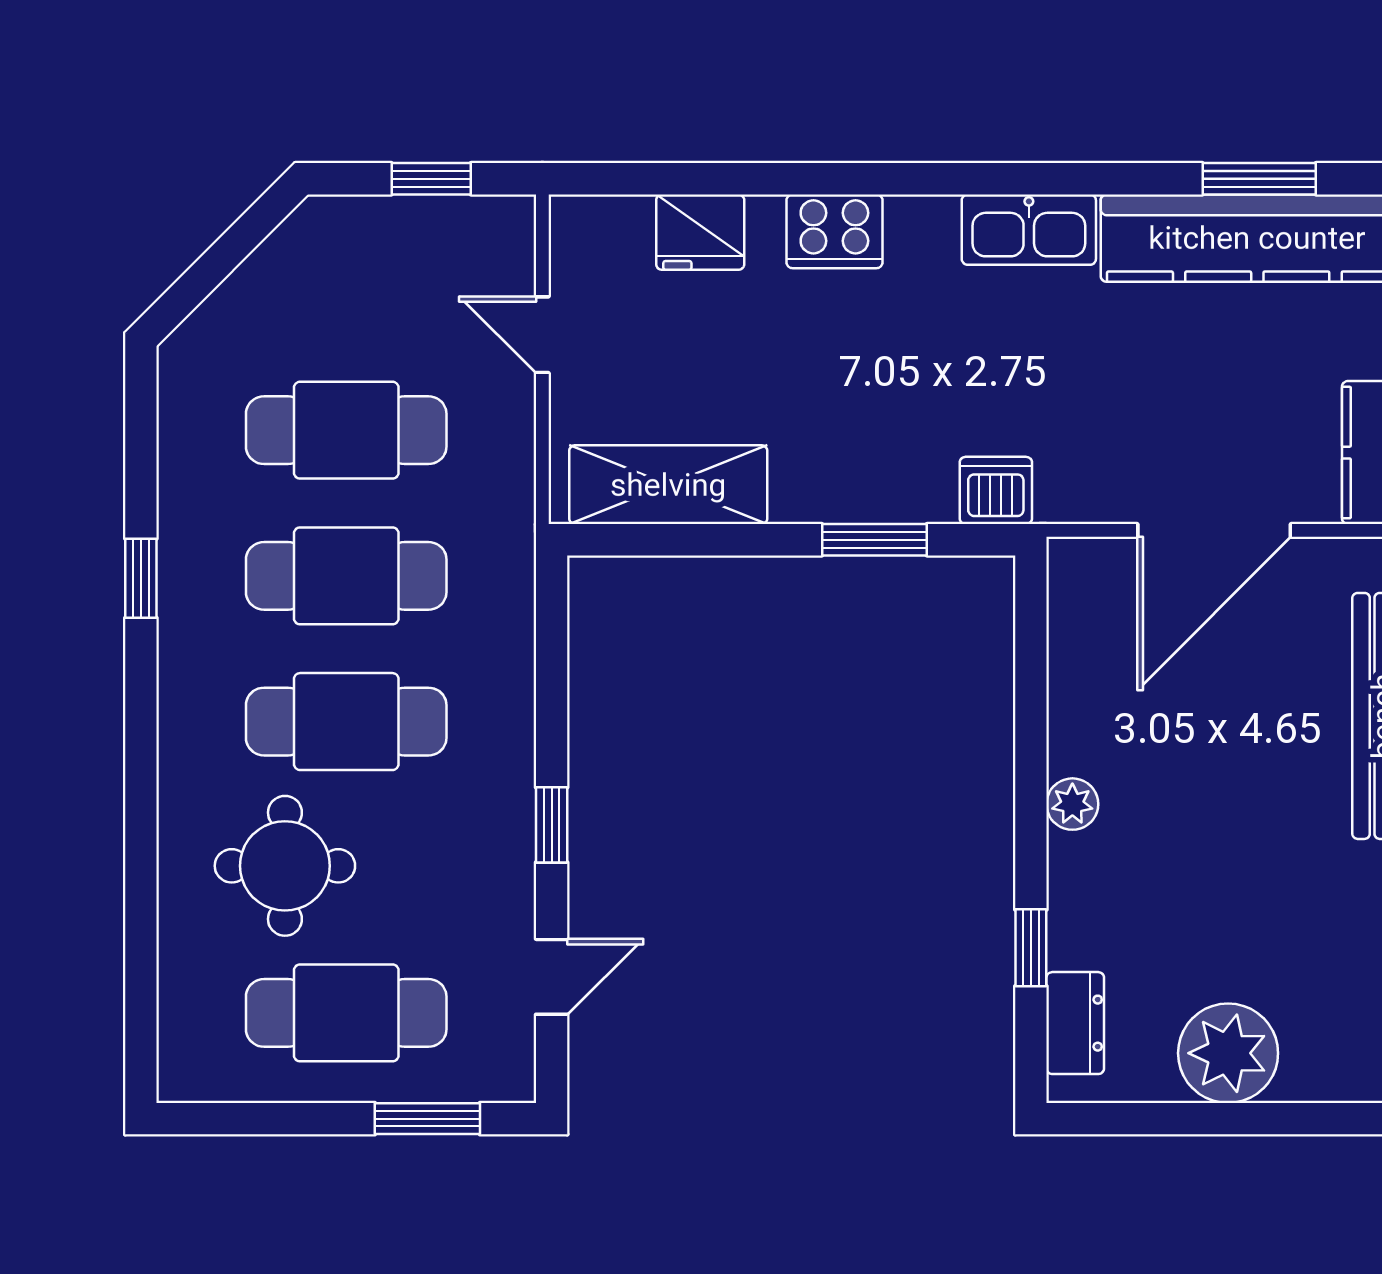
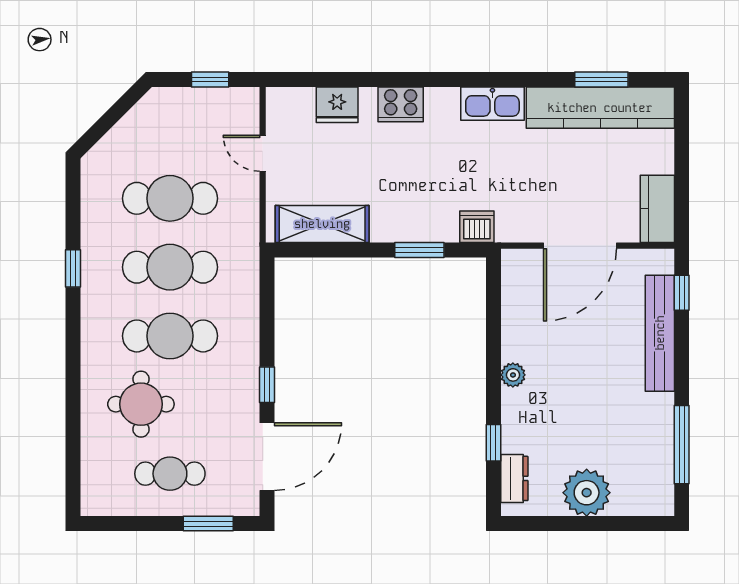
door: (552, 977) -> (267, 457), width x1.87
cafe table: (346, 1013) -> (170, 474), width x0.73, depth x0.74

